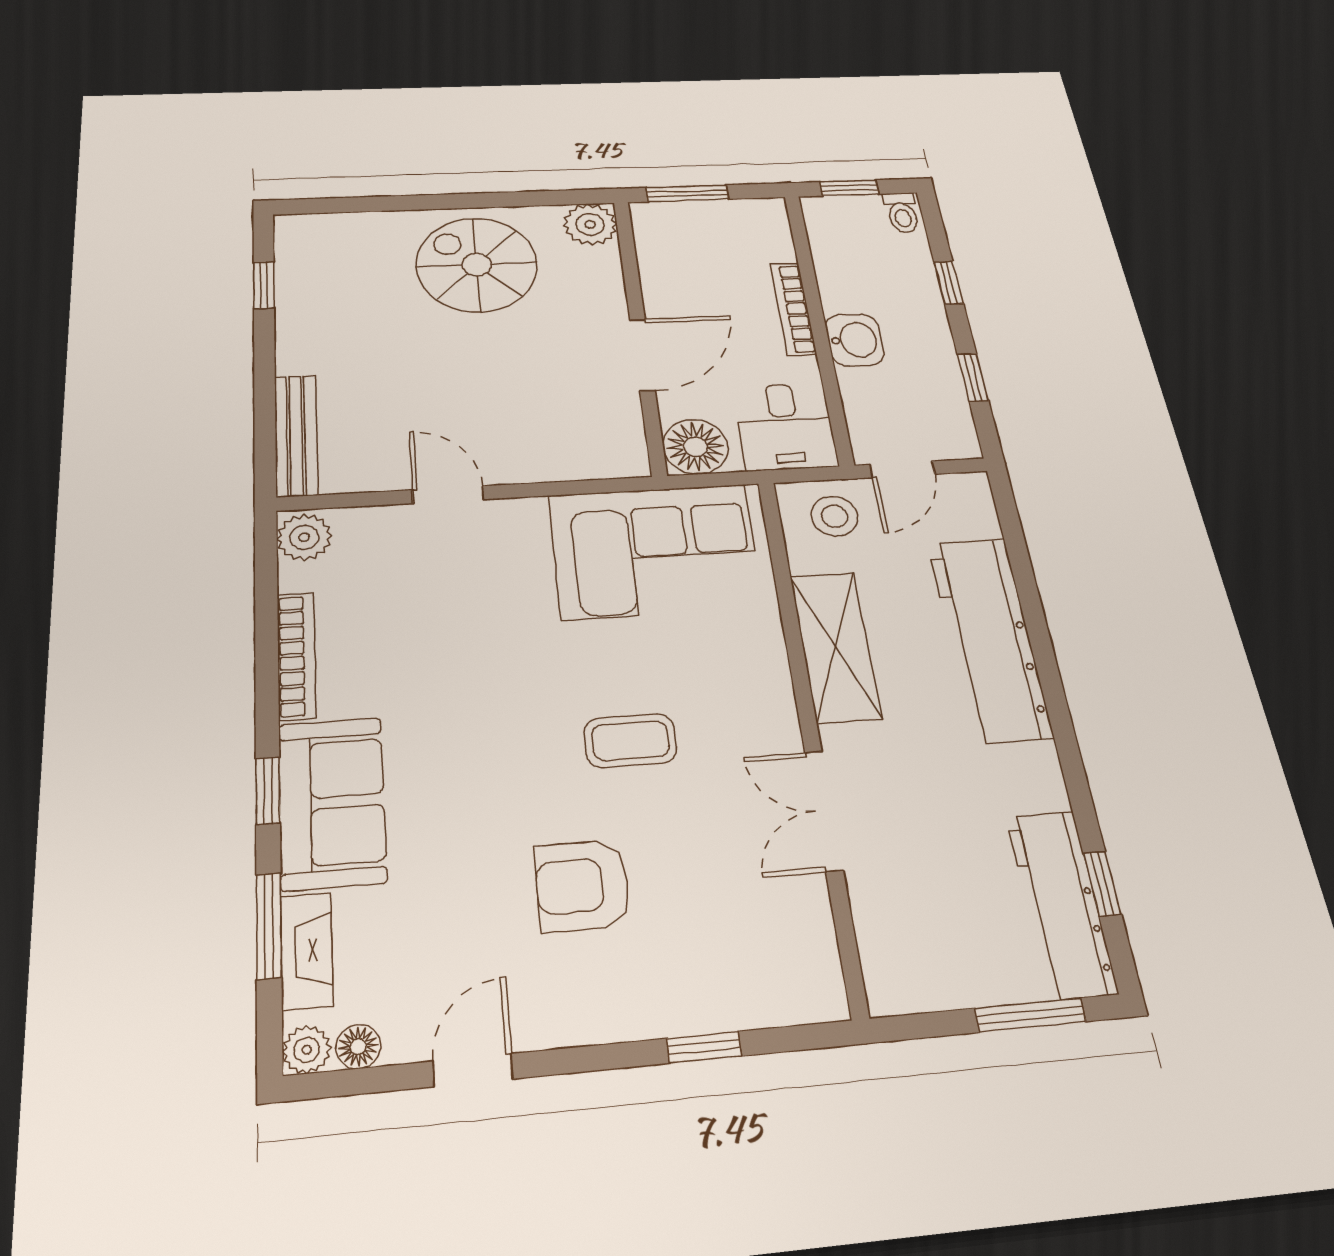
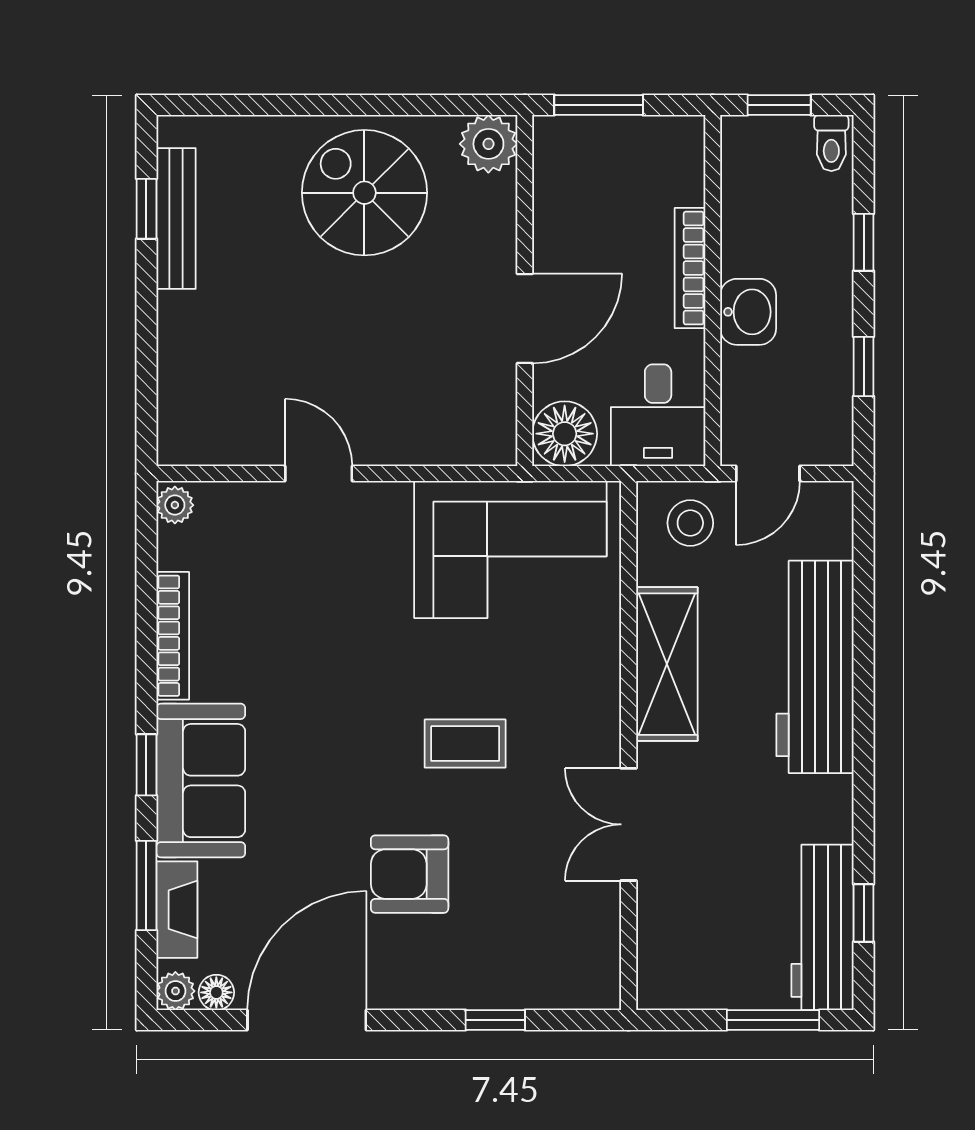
bench: (296, 435) -> (176, 218), moved
plant: (304, 537) -> (175, 505), width x0.73, depth x0.73
door: (473, 1070) -> (307, 1020), width x1.87

